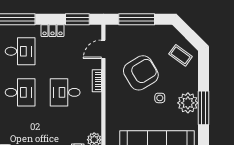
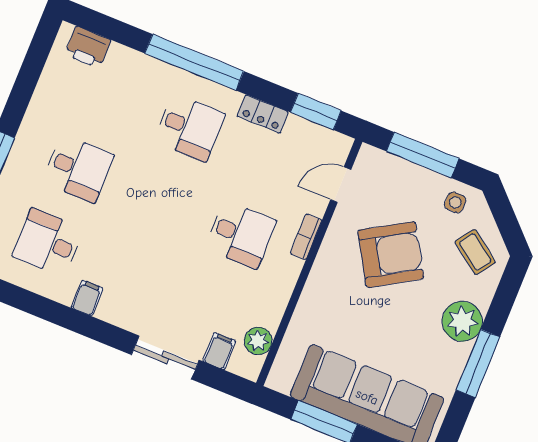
desk: (20, 92) -> (159, 202), removed
desk: (65, 92) -> (240, 234), turned 180
side table: (160, 98) -> (455, 202), moved
plant: (188, 103) -> (462, 321), moved

